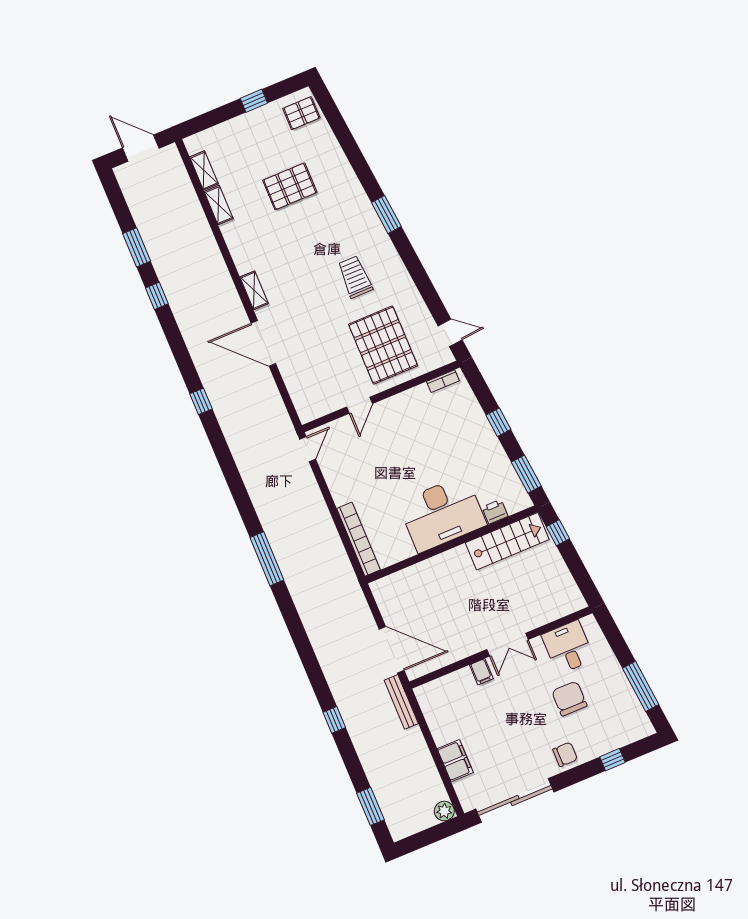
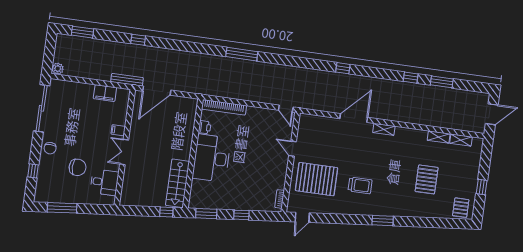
printer: (495, 512) -> (205, 127), moved
filing cabinet: (455, 761) -> (105, 93), moved

